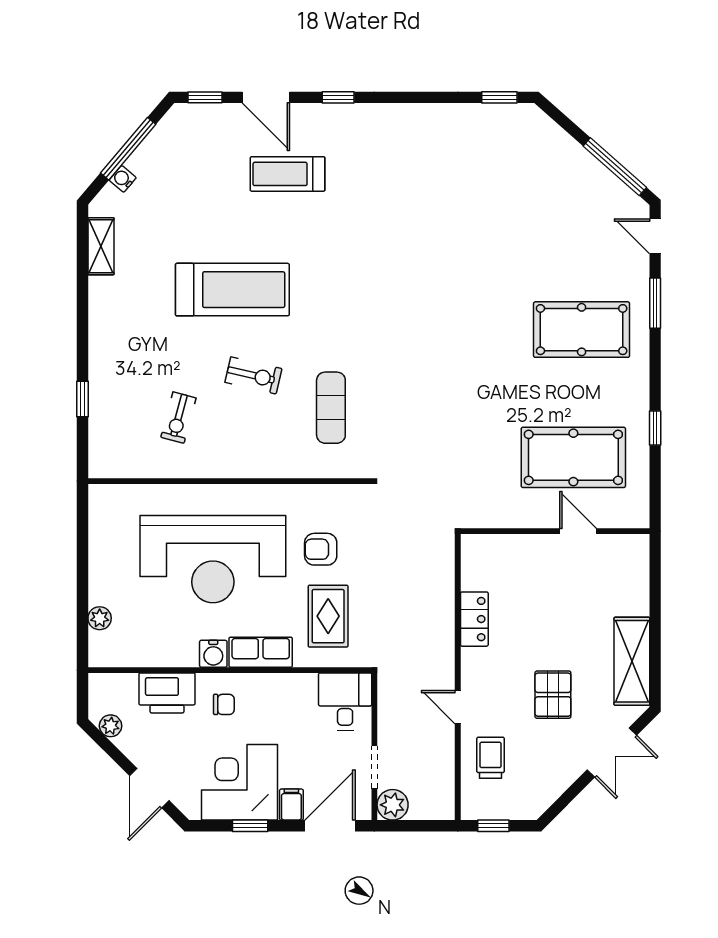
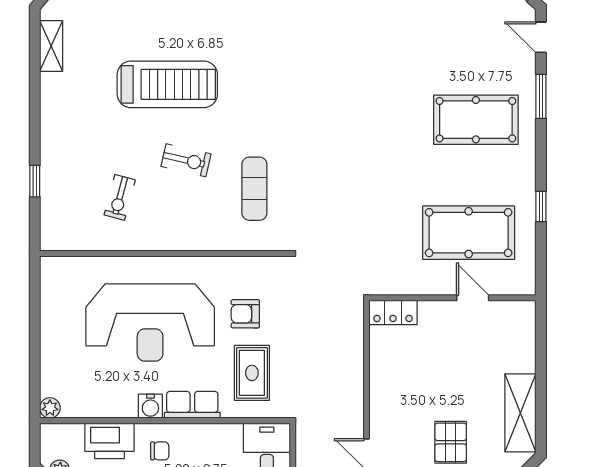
plant: (100, 618) -> (50, 408), moved
locker: (474, 619) -> (393, 312), moved, turned 90

